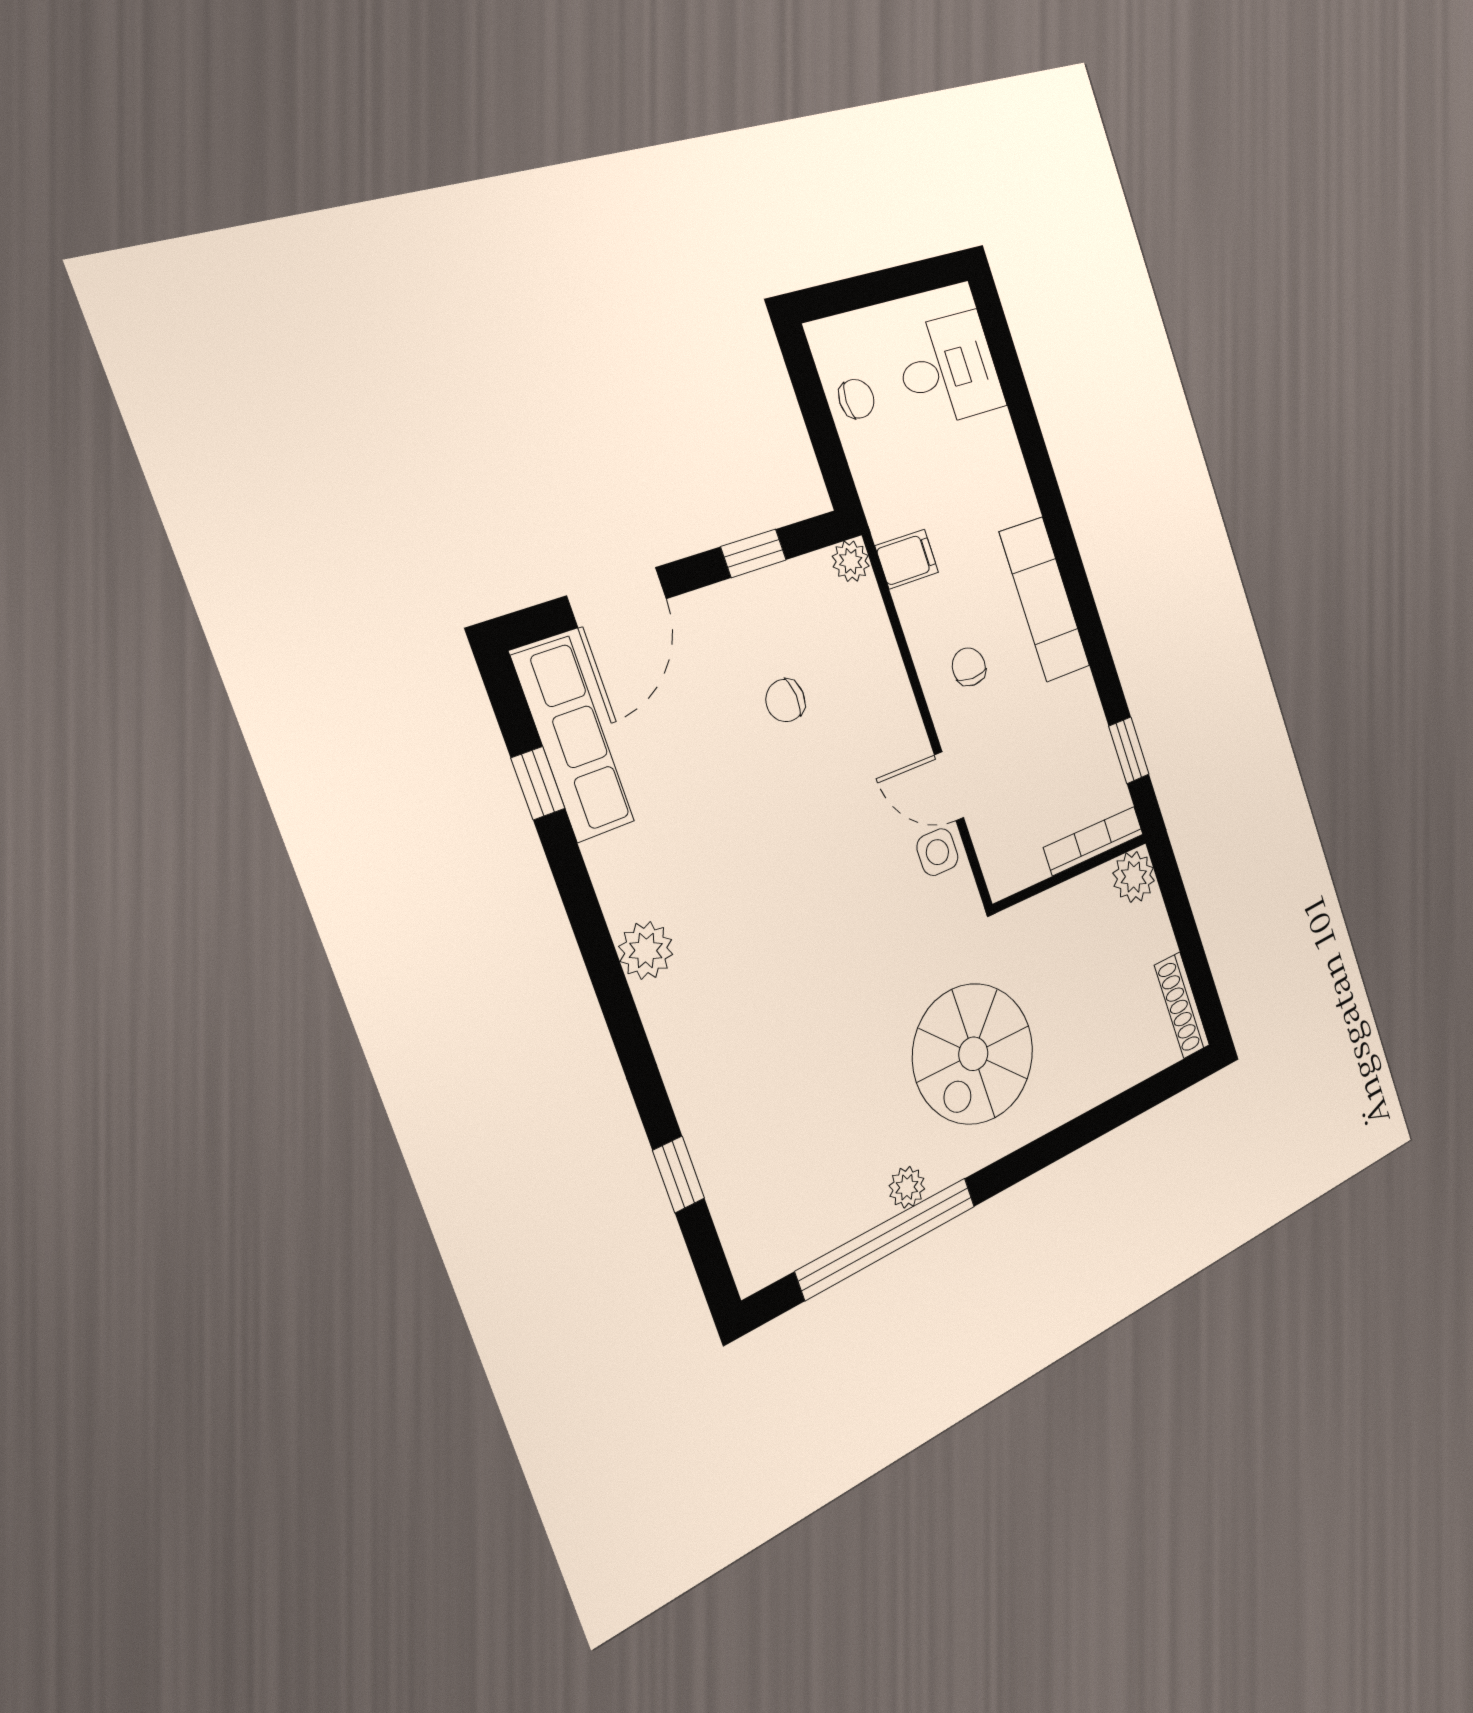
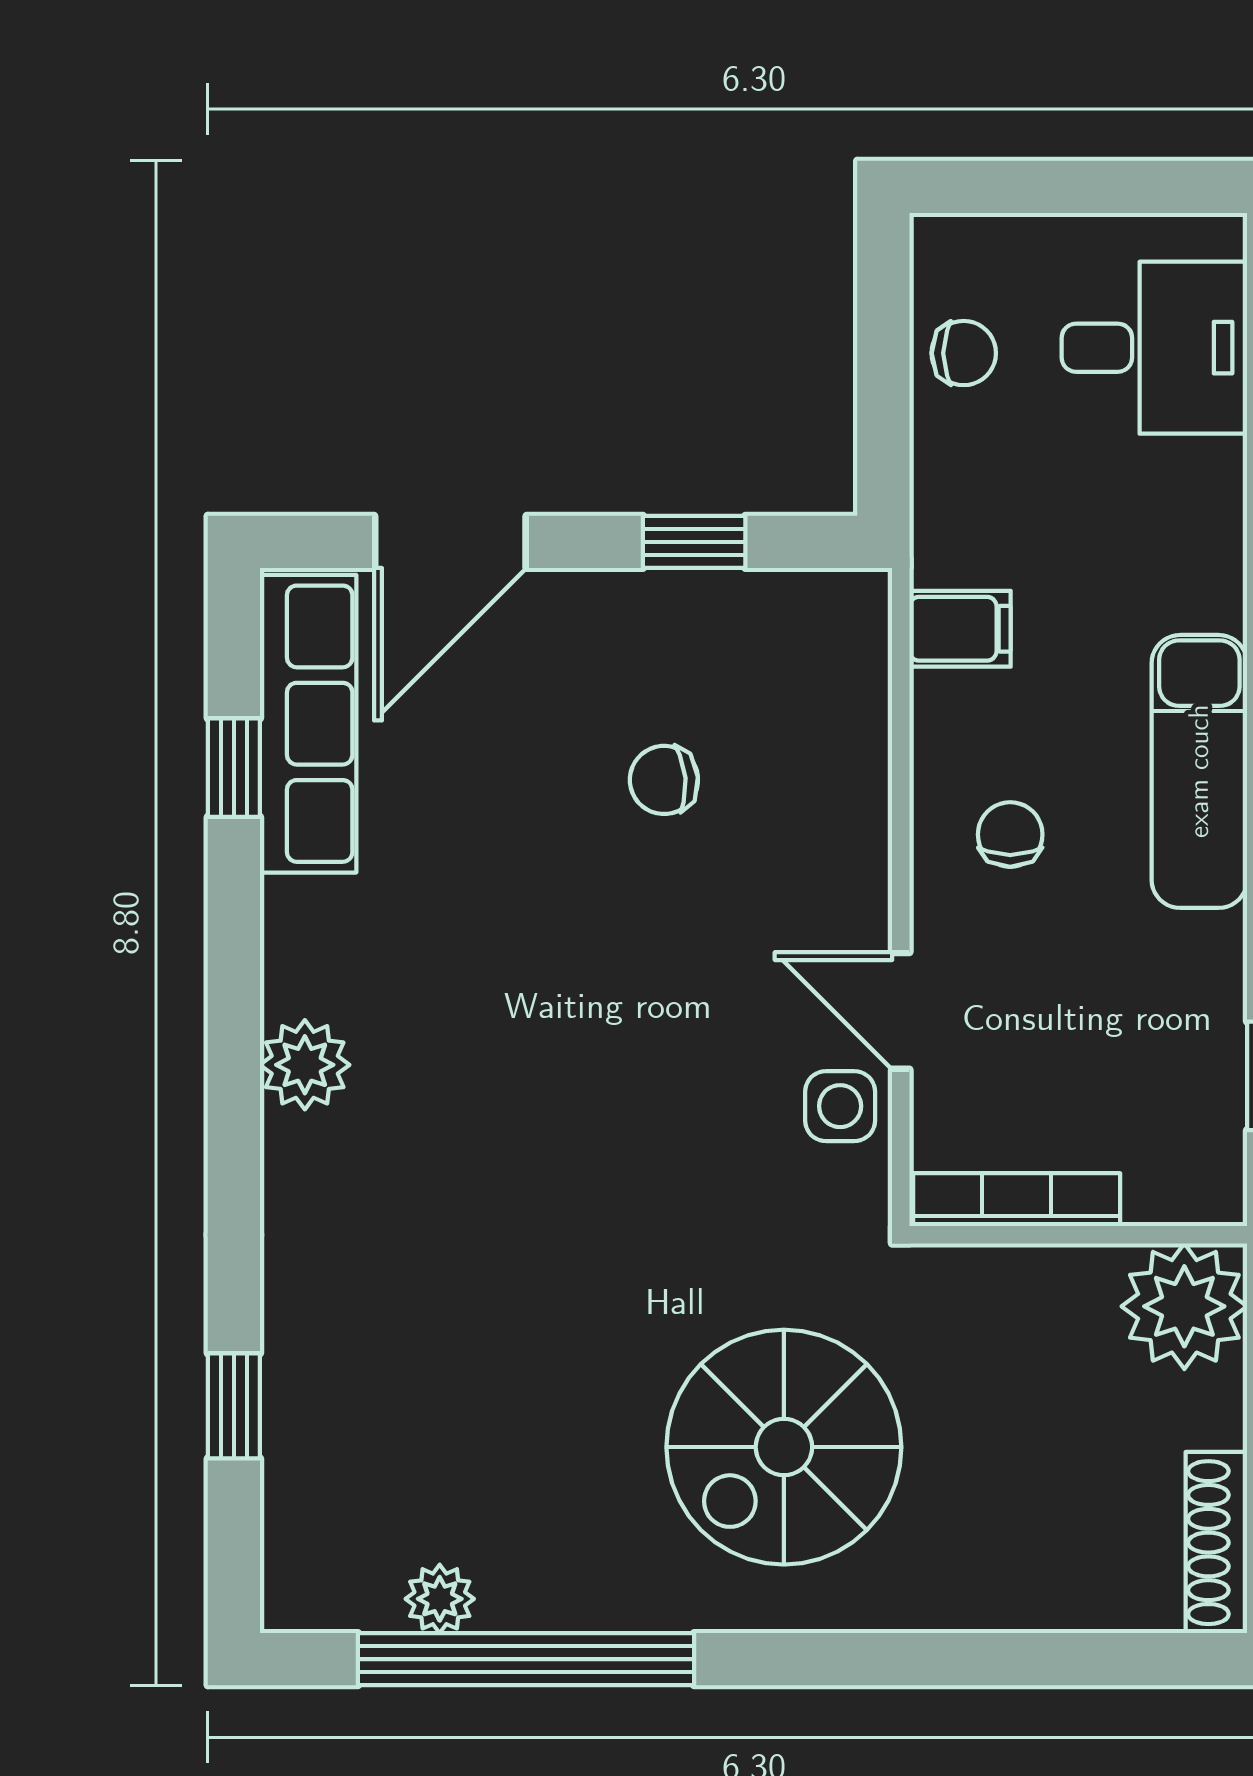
plant: (851, 561) -> (857, 603), removed
bookcase: (1094, 841) -> (1017, 1200), moved
plant: (1134, 877) -> (1184, 1306), width x1.36, depth x1.36
plant: (907, 1187) -> (440, 1599), moved

